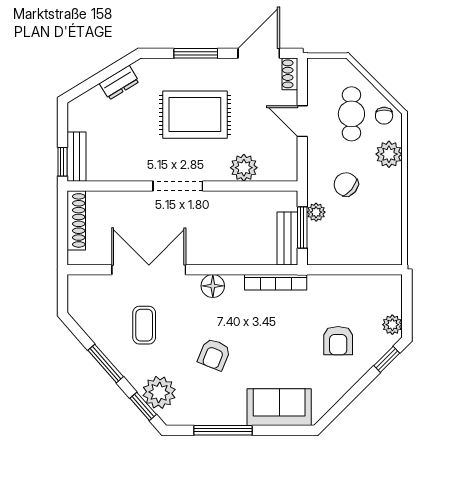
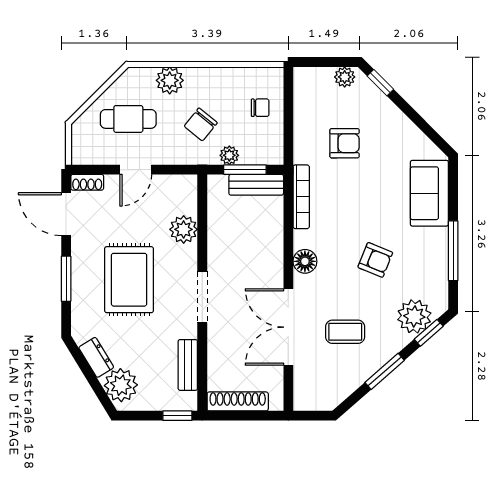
plant: (92, 107) -> (121, 385), added
chair: (384, 116) -> (260, 108), moved
bench: (77, 157) -> (188, 365), moved, turned 90
armchair: (338, 341) -> (345, 143), moved

